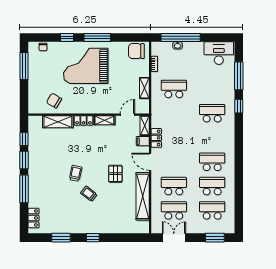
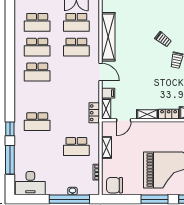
chair: (136, 51) -> (115, 185), turned 180
locker: (156, 138) -> (94, 113), moved
pallet: (115, 174) -> (136, 60), removed

